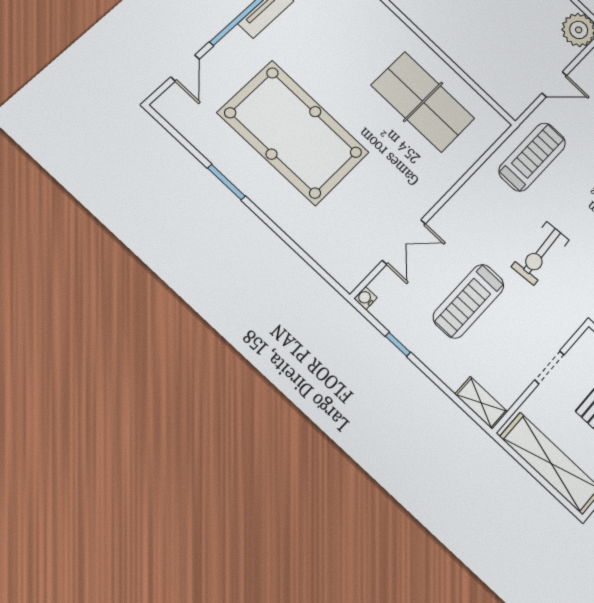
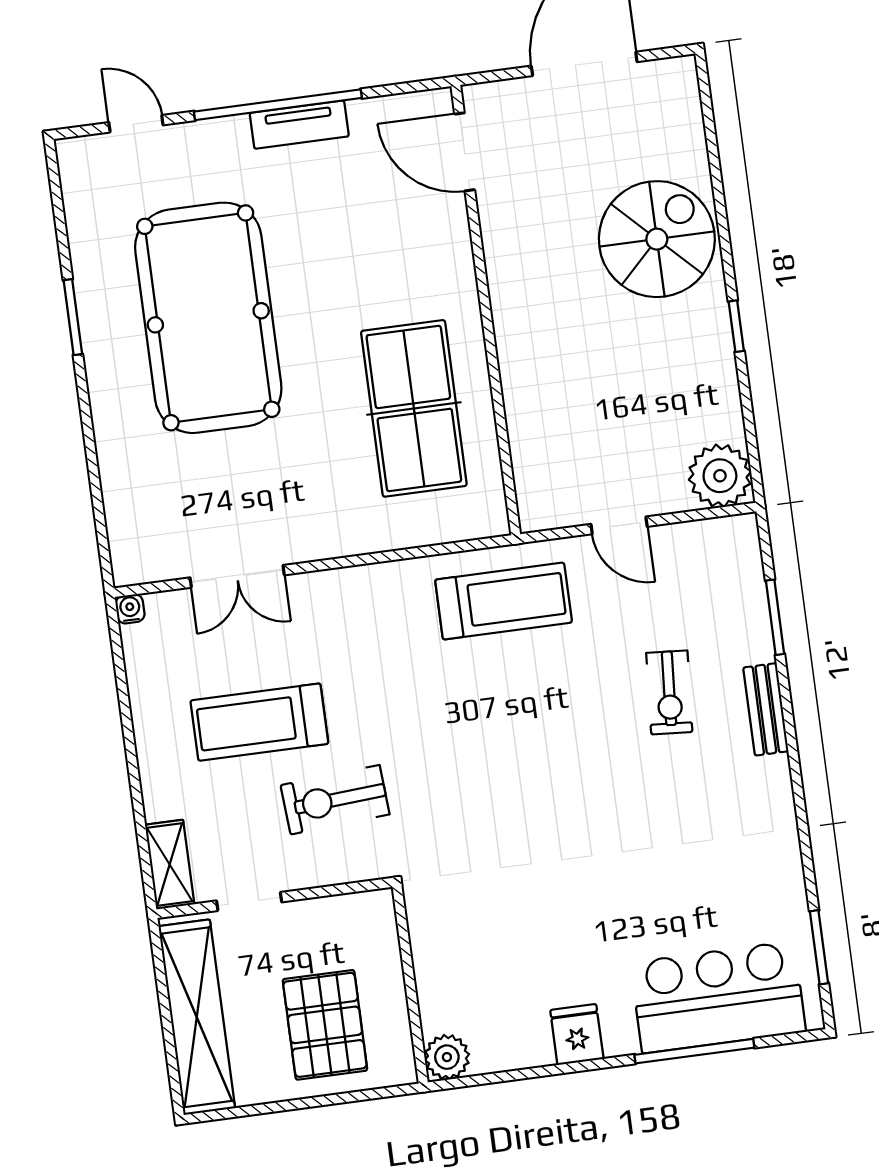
door: (185, 68) -> (136, 124), swing flipped
exercise bike: (540, 253) -> (335, 800), moved
window: (398, 344) -> (124, 702), removed
doorway: (549, 367) -> (249, 901), moved

